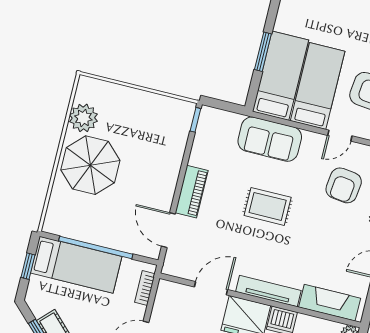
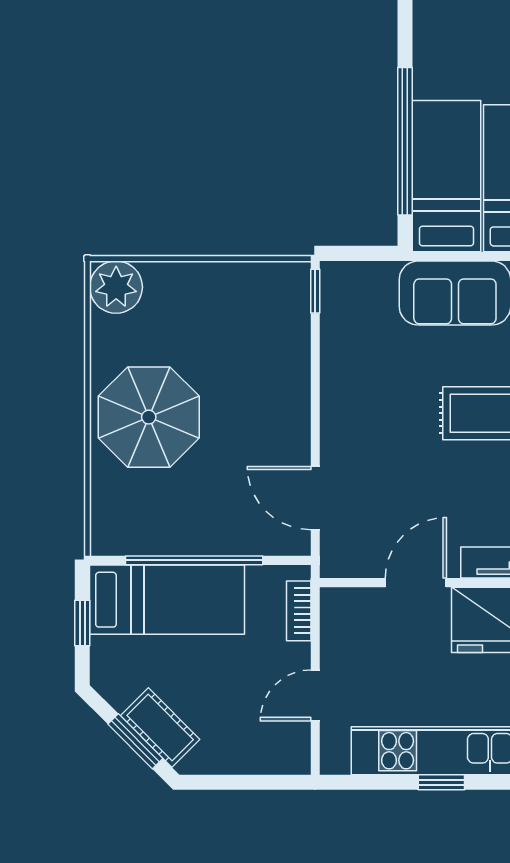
window: (263, 52) -> (405, 141), width x2.11
plant: (83, 118) -> (116, 287), moved
piano: (192, 192) -> (340, 420), removed

